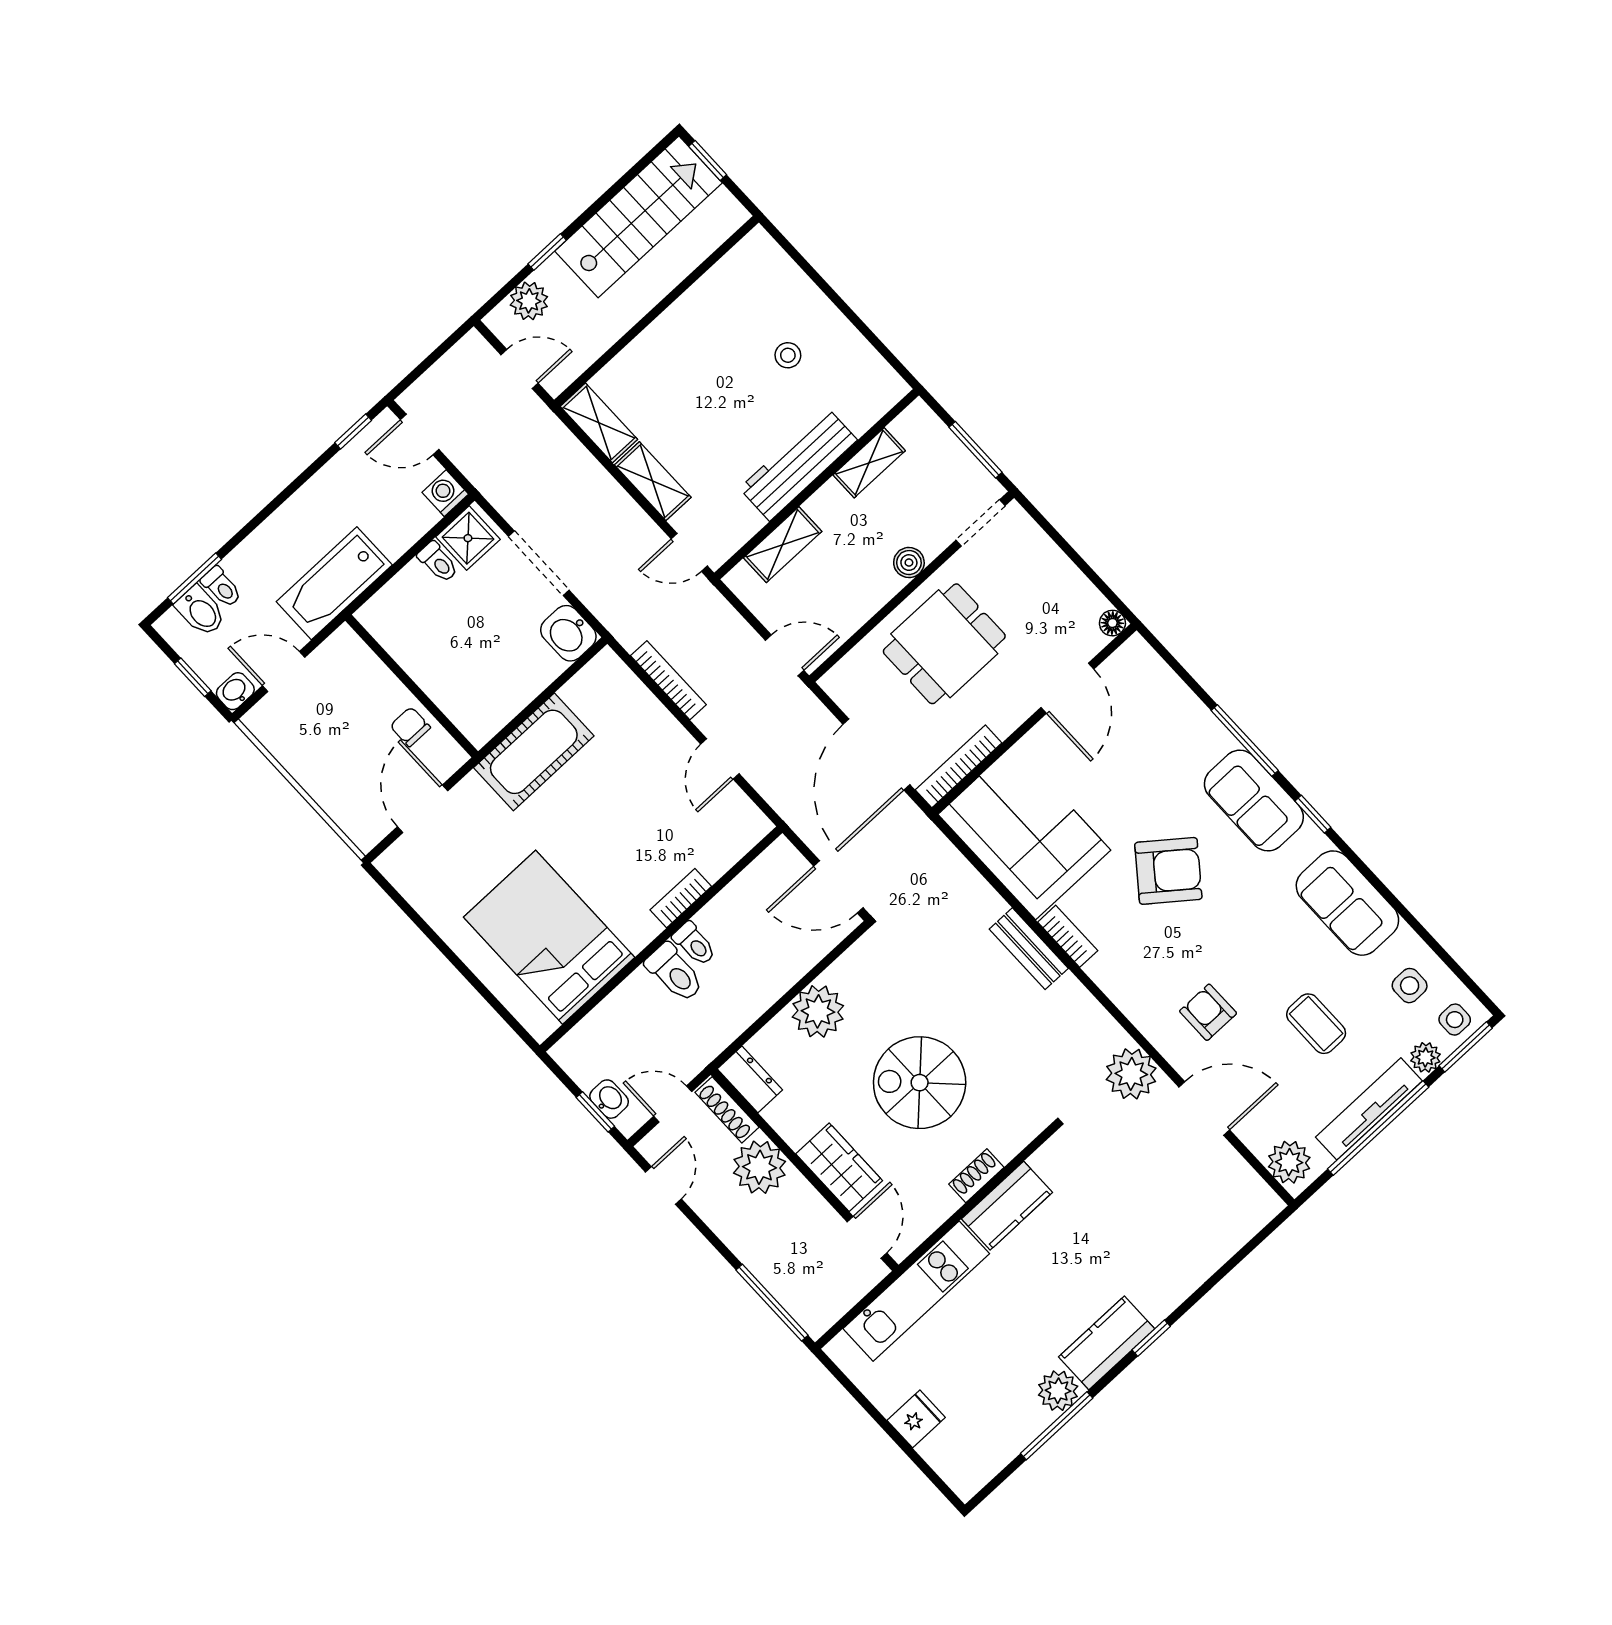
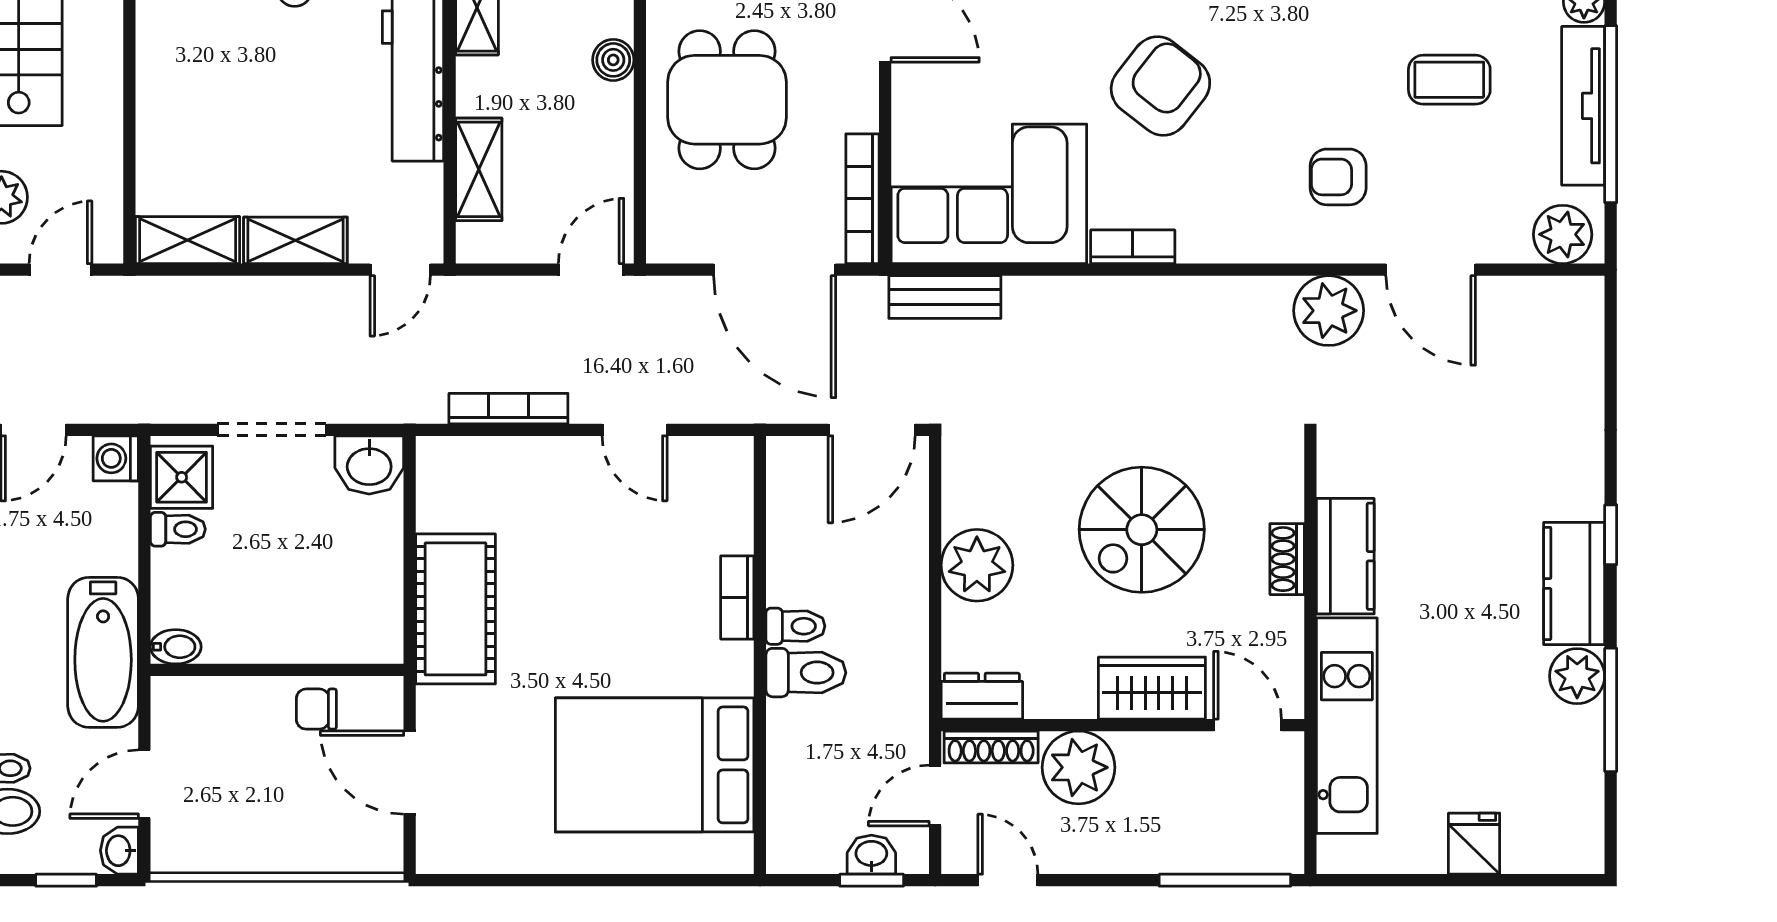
bidet: (374, 620) -> (176, 647), added
bench: (1029, 949) -> (945, 297), moved
door: (1204, 1109) -> (1431, 270), swing flipped

